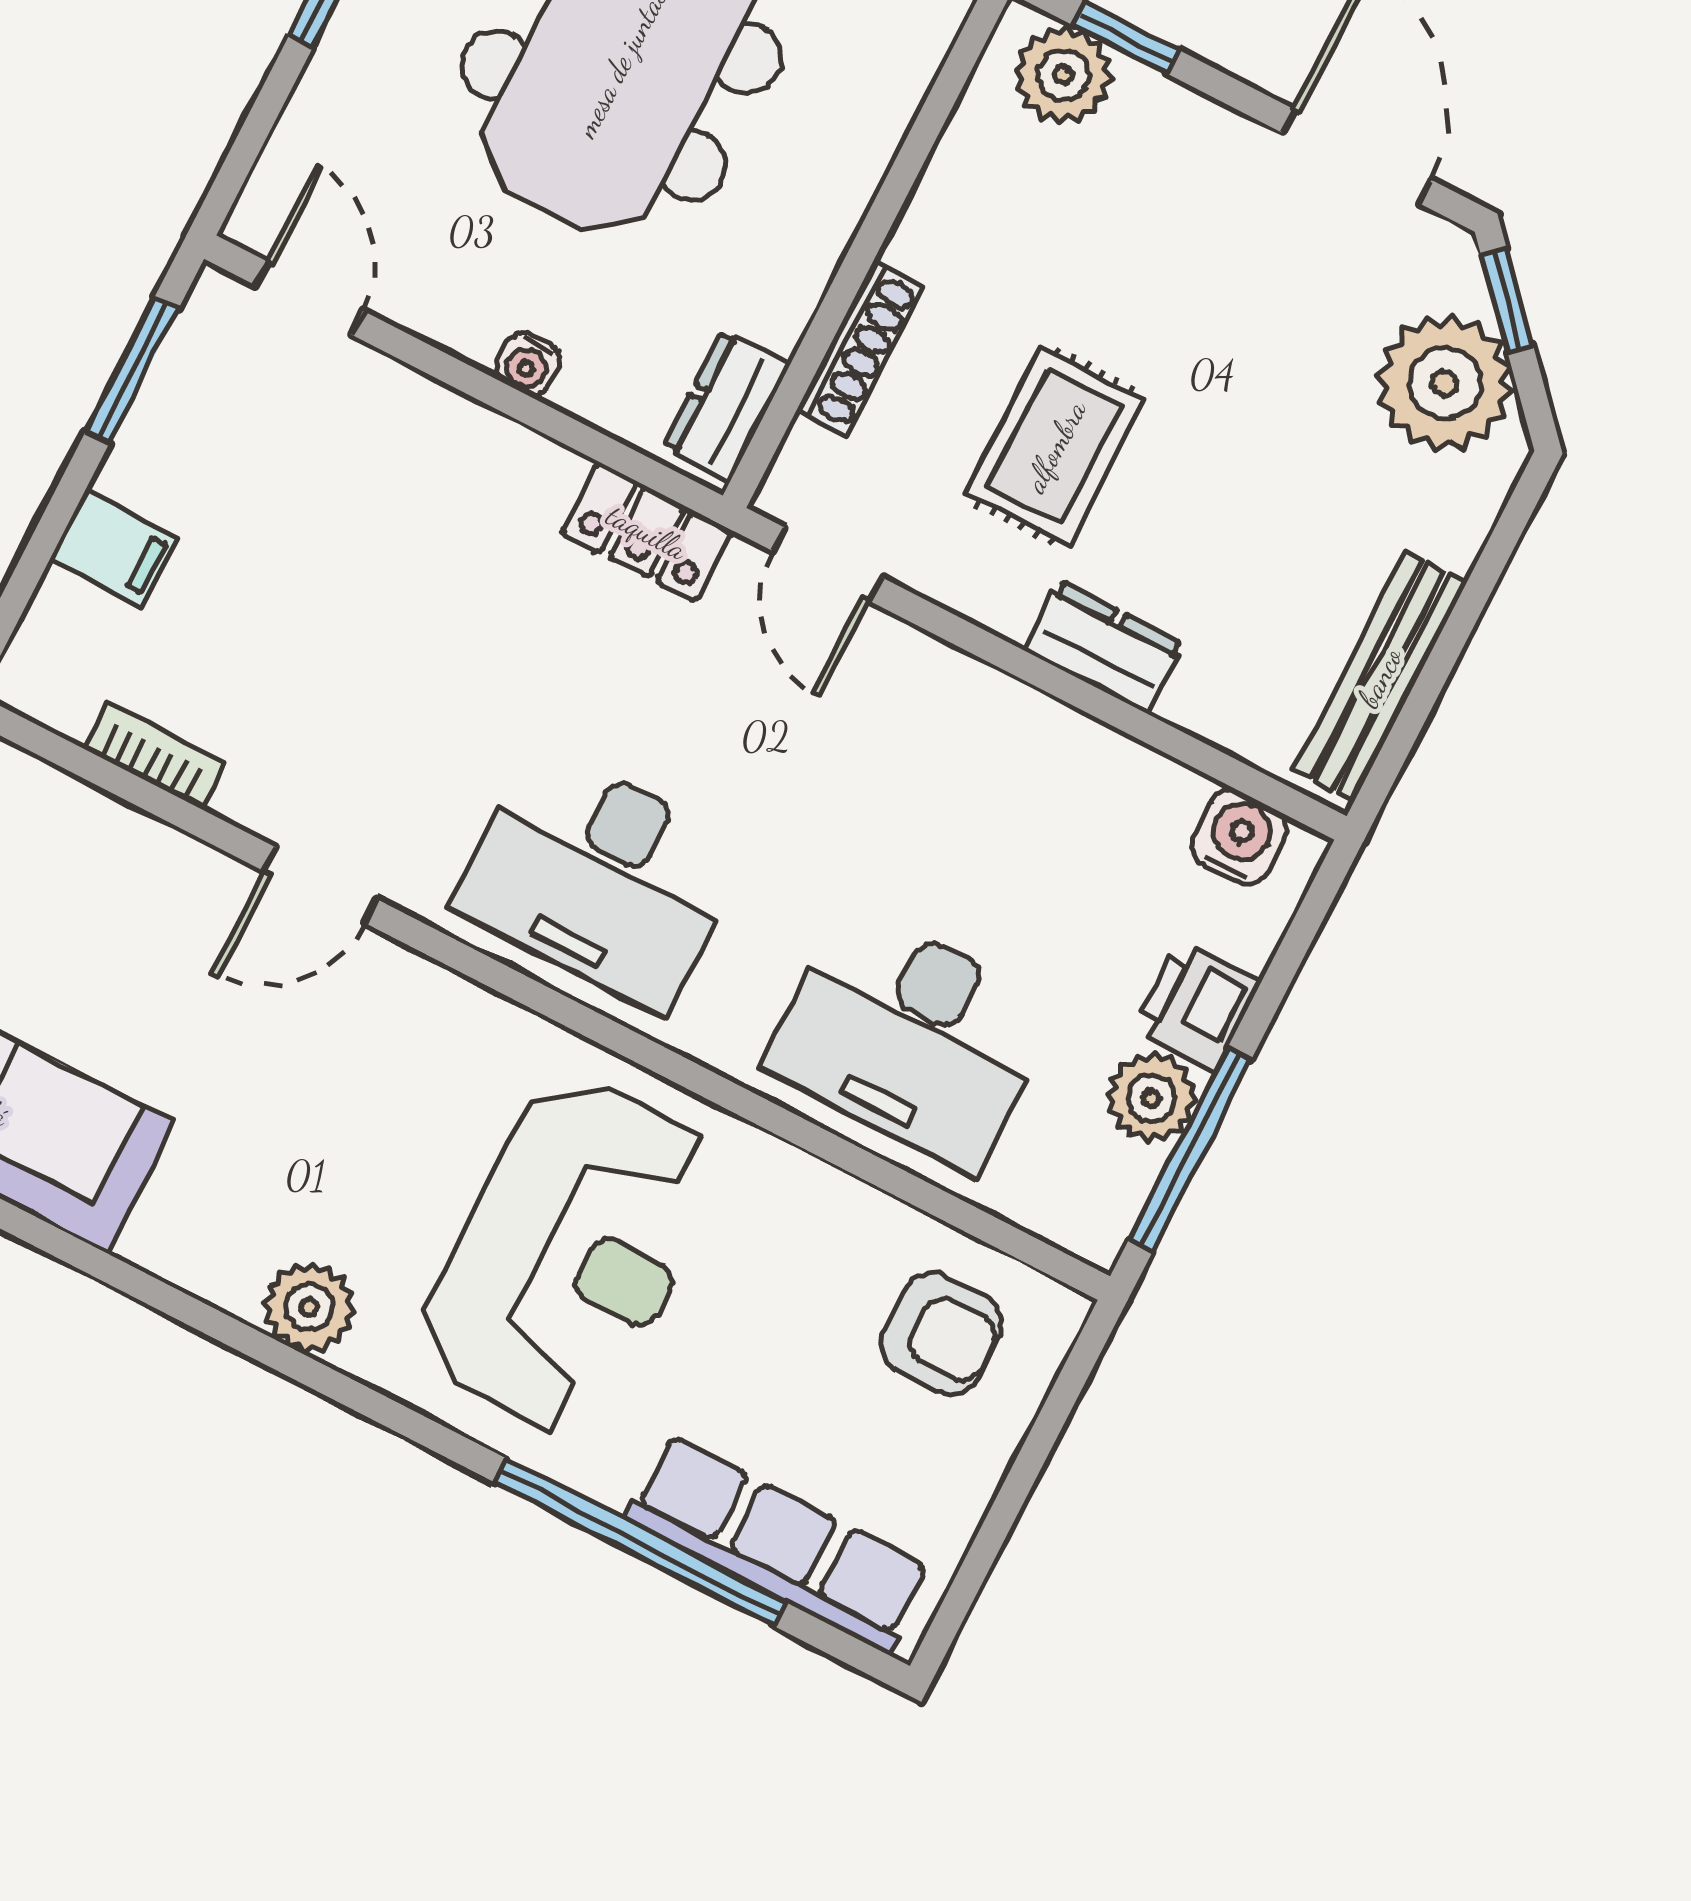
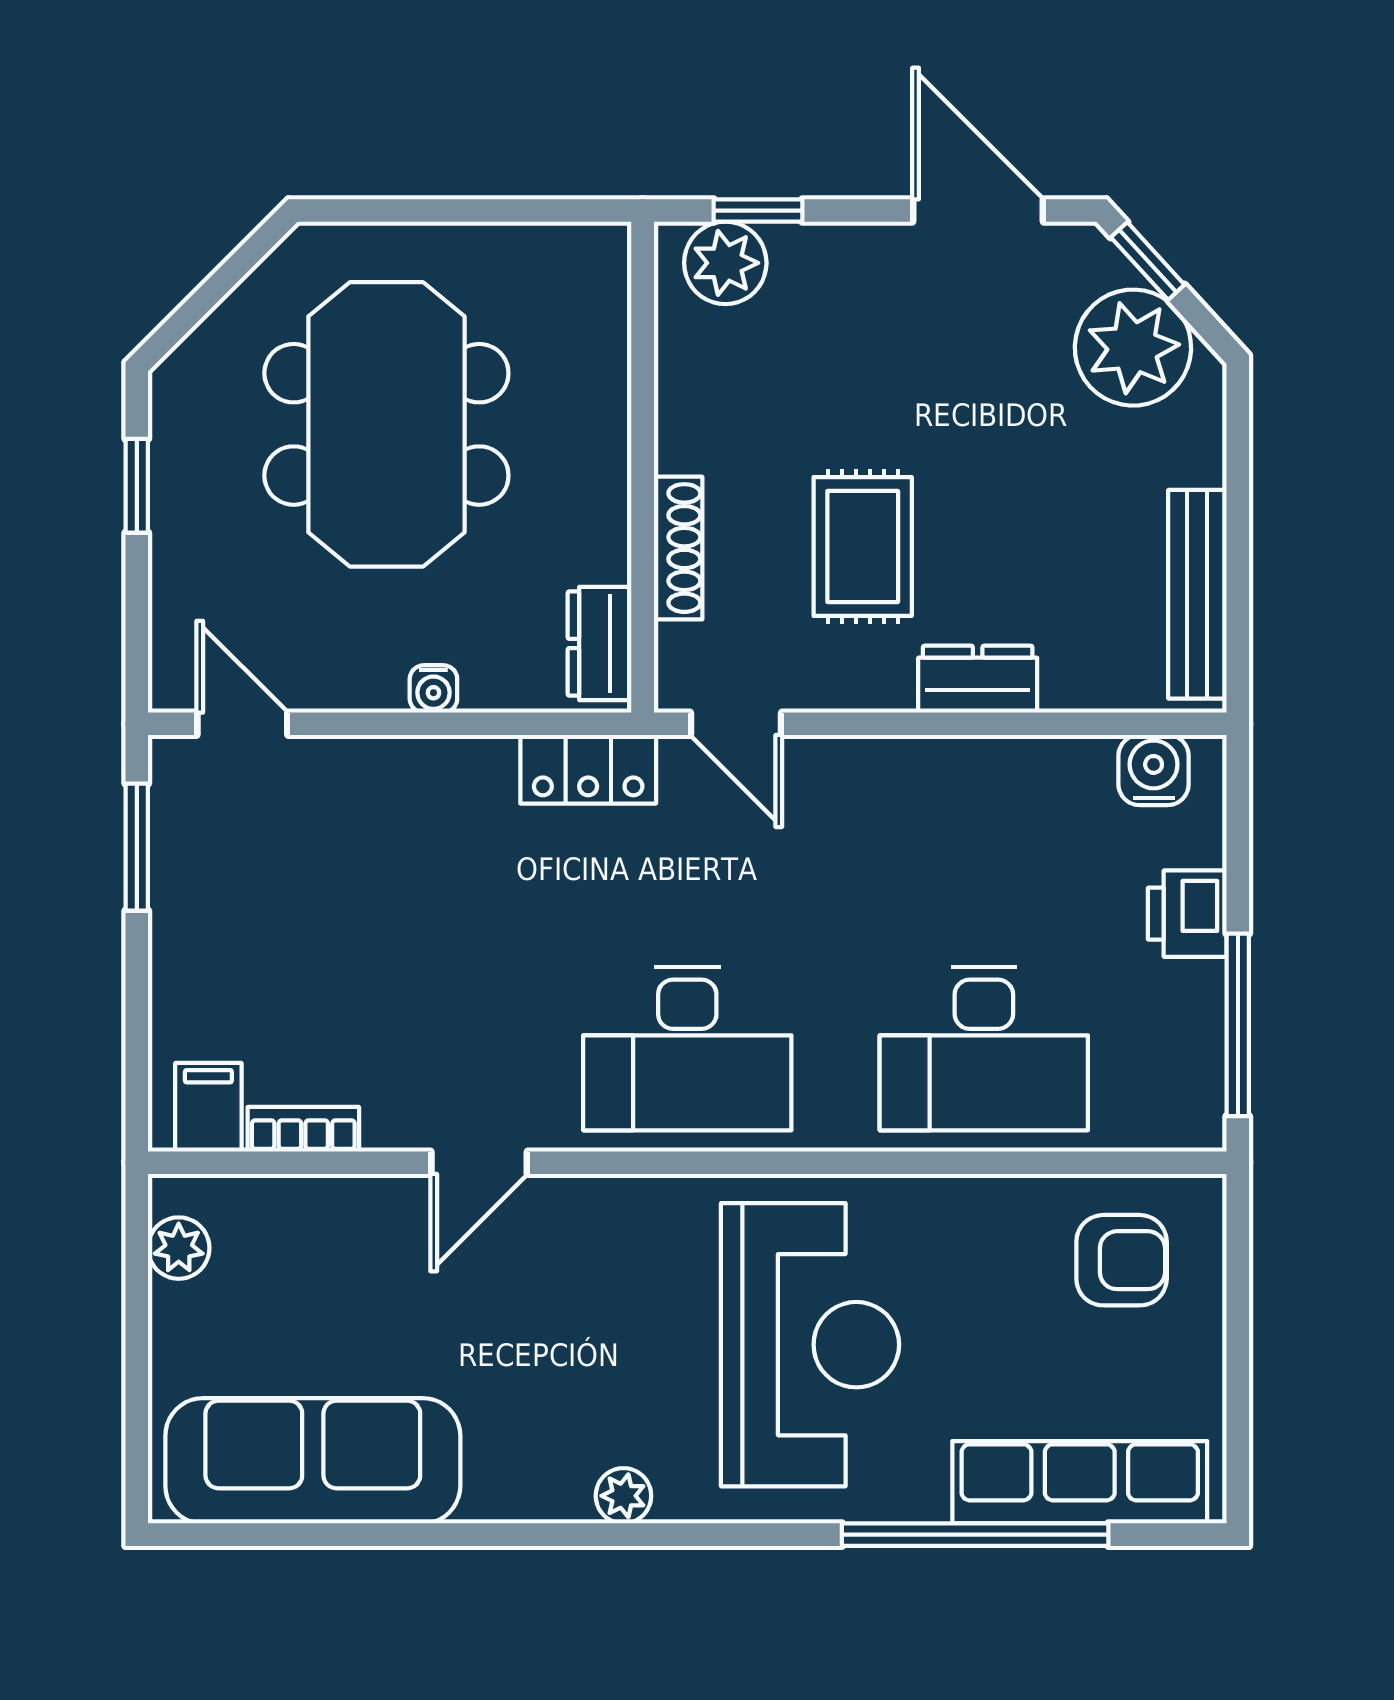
filing cabinet: (114, 548) -> (208, 1107), moved, turned -90
plant: (1151, 1098) -> (1188, 1001), removed
plant: (309, 1307) -> (623, 1496), width x0.73, depth x0.73

